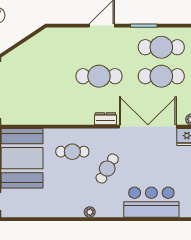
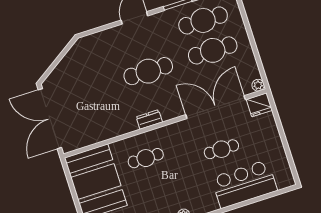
dresser: (105, 119) -> (149, 119), moved
cafe table: (107, 169) -> (221, 149), moved, turned 59

